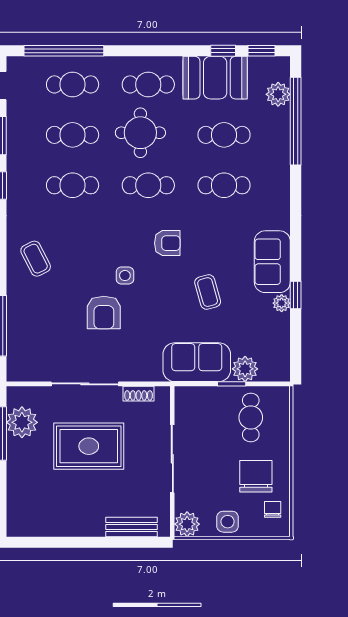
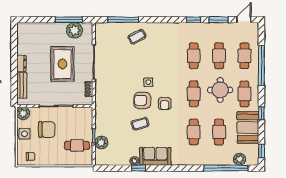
window: (64, 51) -> (261, 66), moved
window: (223, 51) -> (261, 113), moved
coffee table: (36, 259) -> (137, 37), moved
armchair: (104, 313) -> (142, 100), moved
sofa: (197, 362) -> (105, 118), removed
chair: (256, 476) -> (47, 129), moved
dresser: (88, 528) -> (21, 64), added

